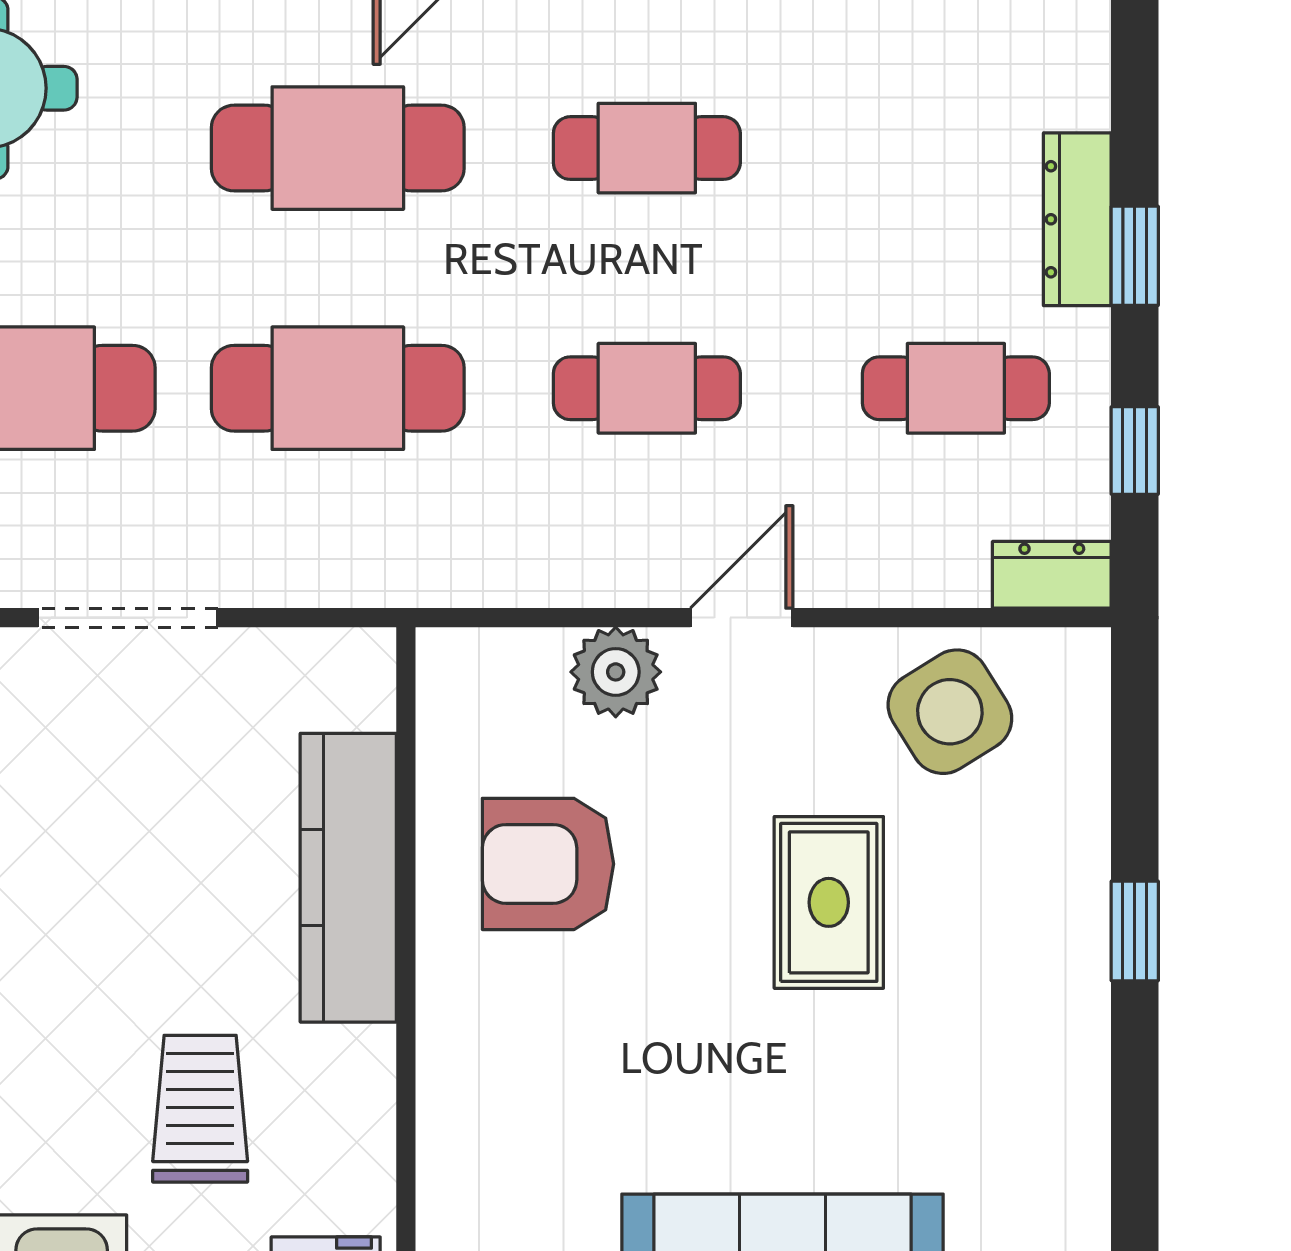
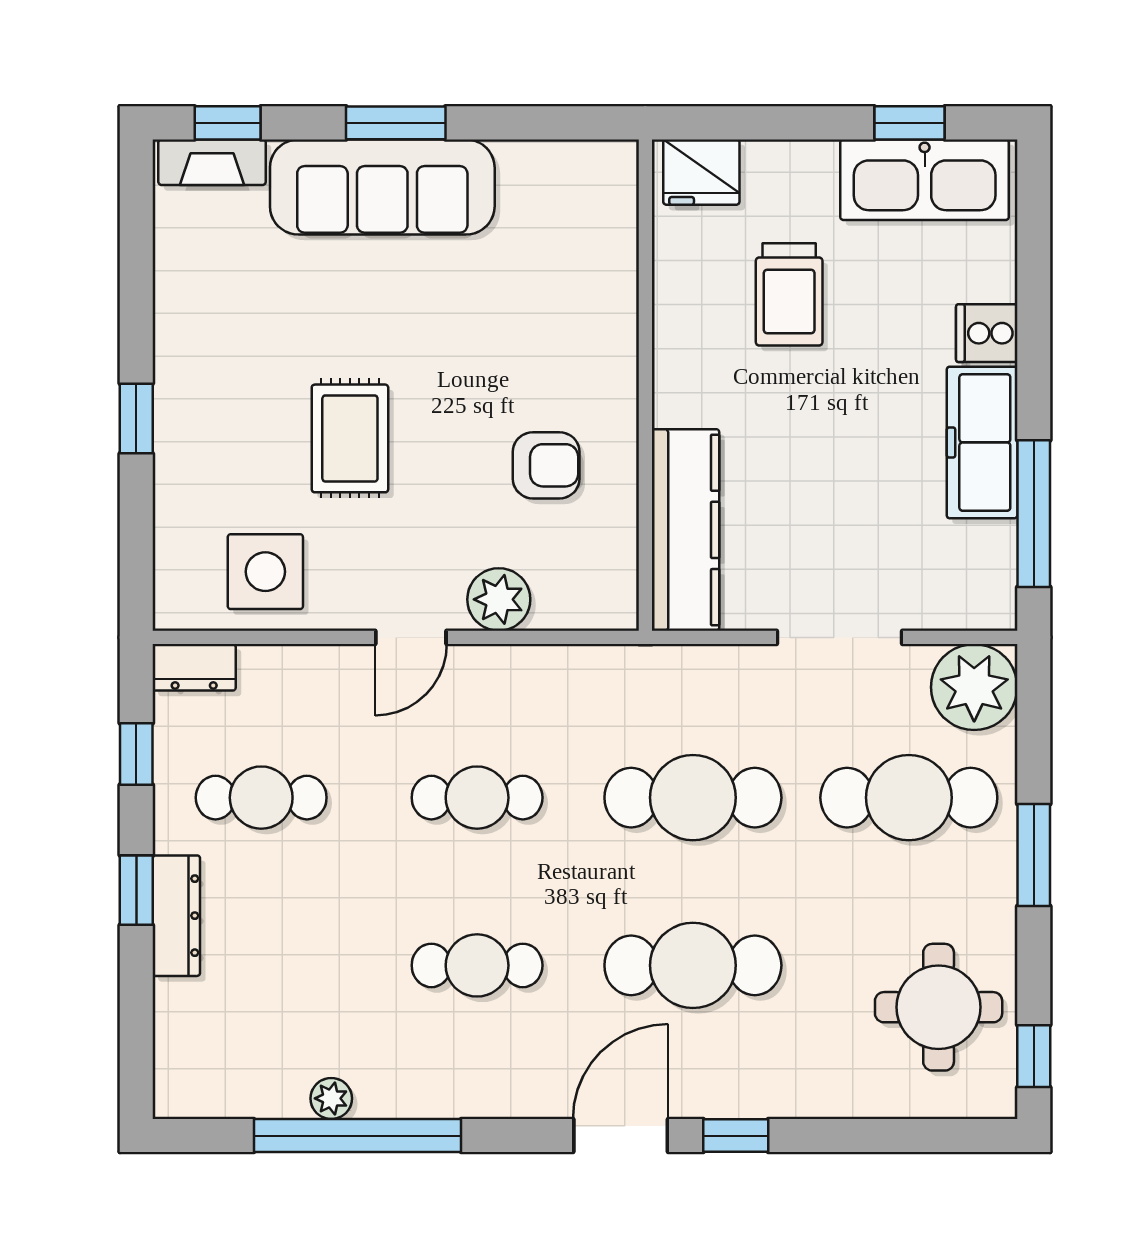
side table: (950, 712) -> (265, 572), turned 32
armchair: (548, 864) -> (546, 465), width x0.72, depth x0.72
kitchen counter: (348, 878) -> (686, 530), moved

